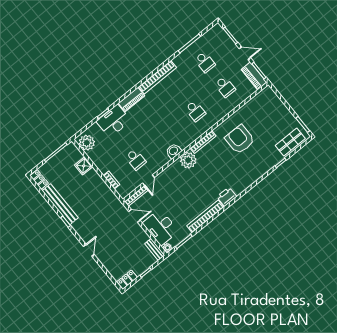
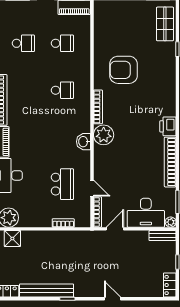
school desk: (136, 159) -> (62, 184), width x1.85
shower: (84, 166) -> (12, 238), moved

